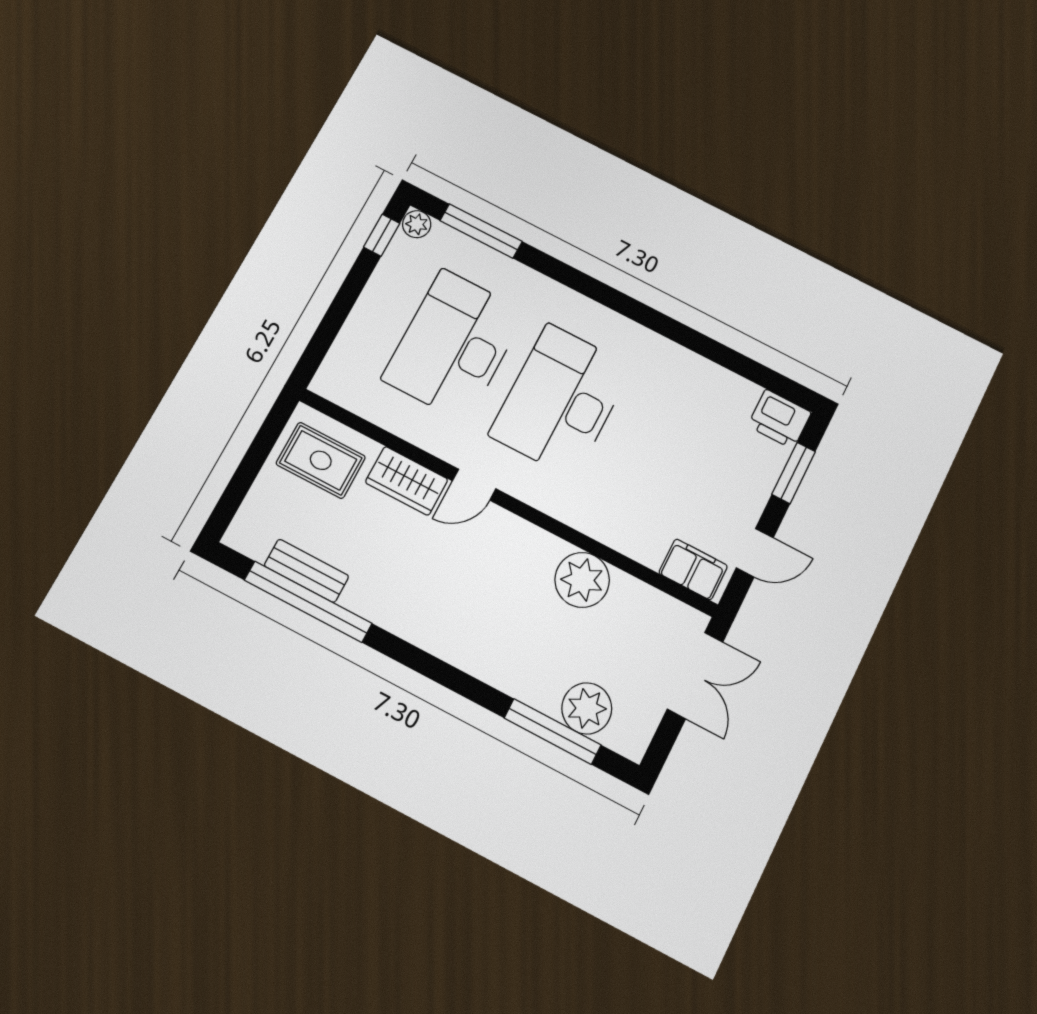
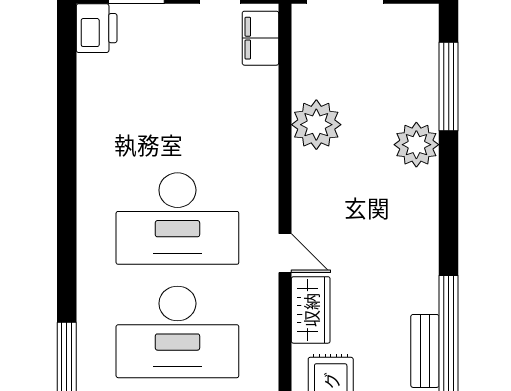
plant: (587, 708) -> (416, 145), moved

